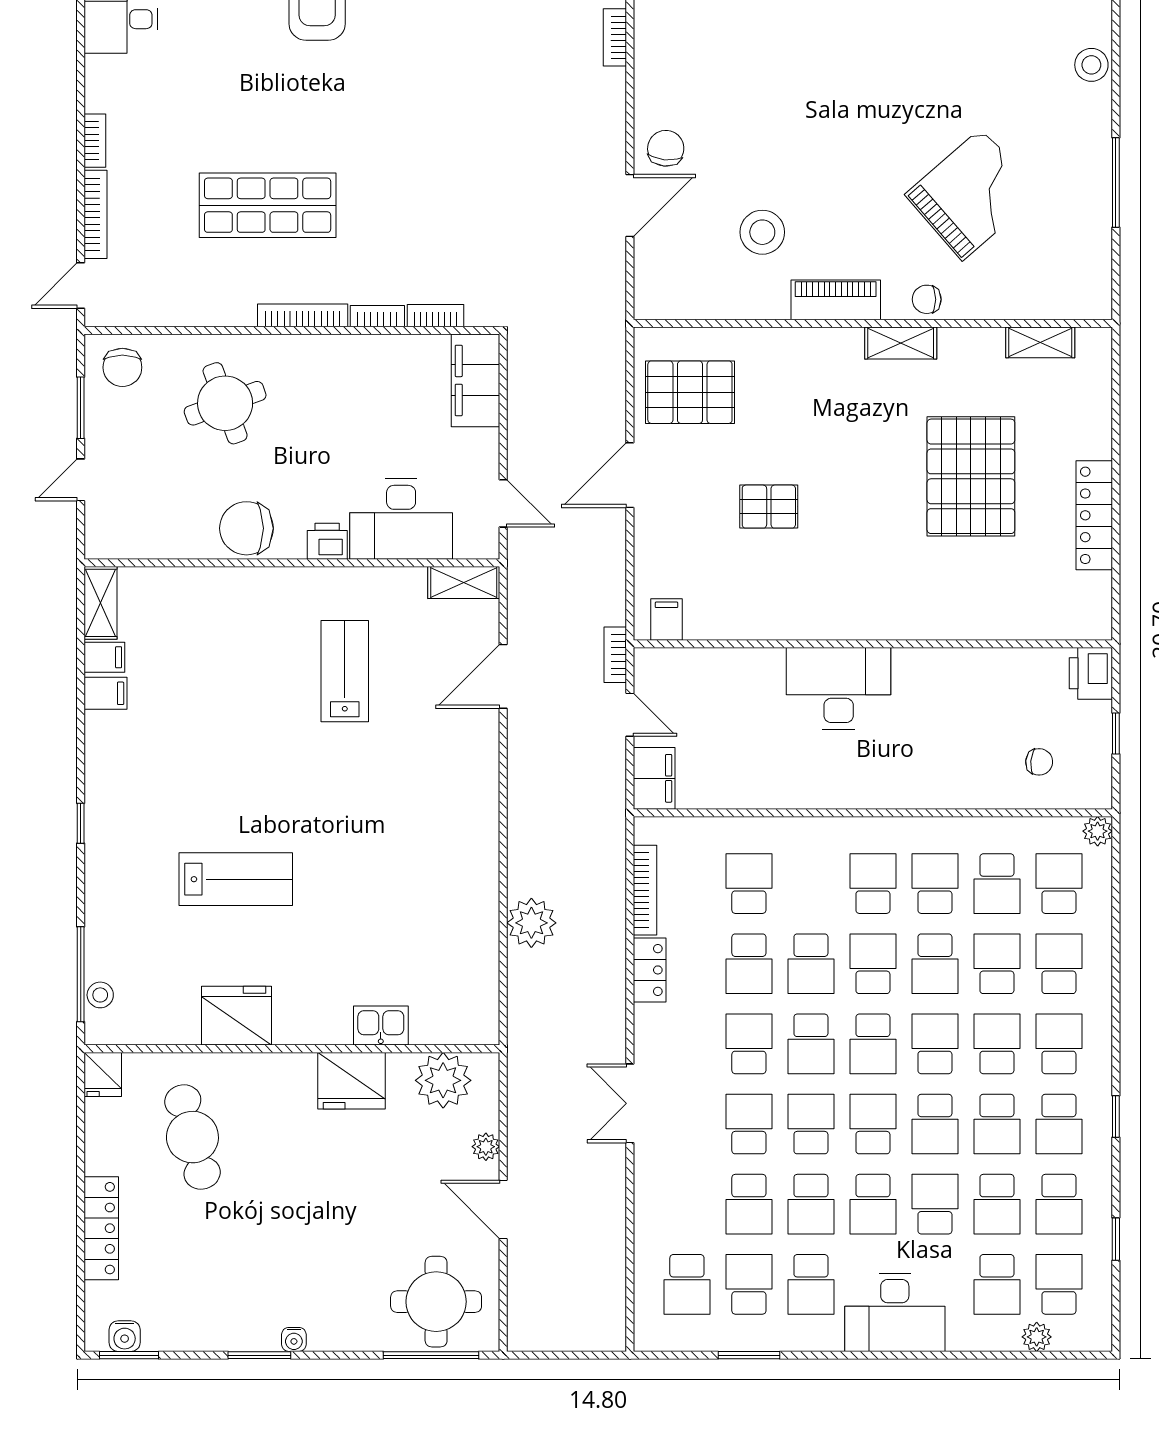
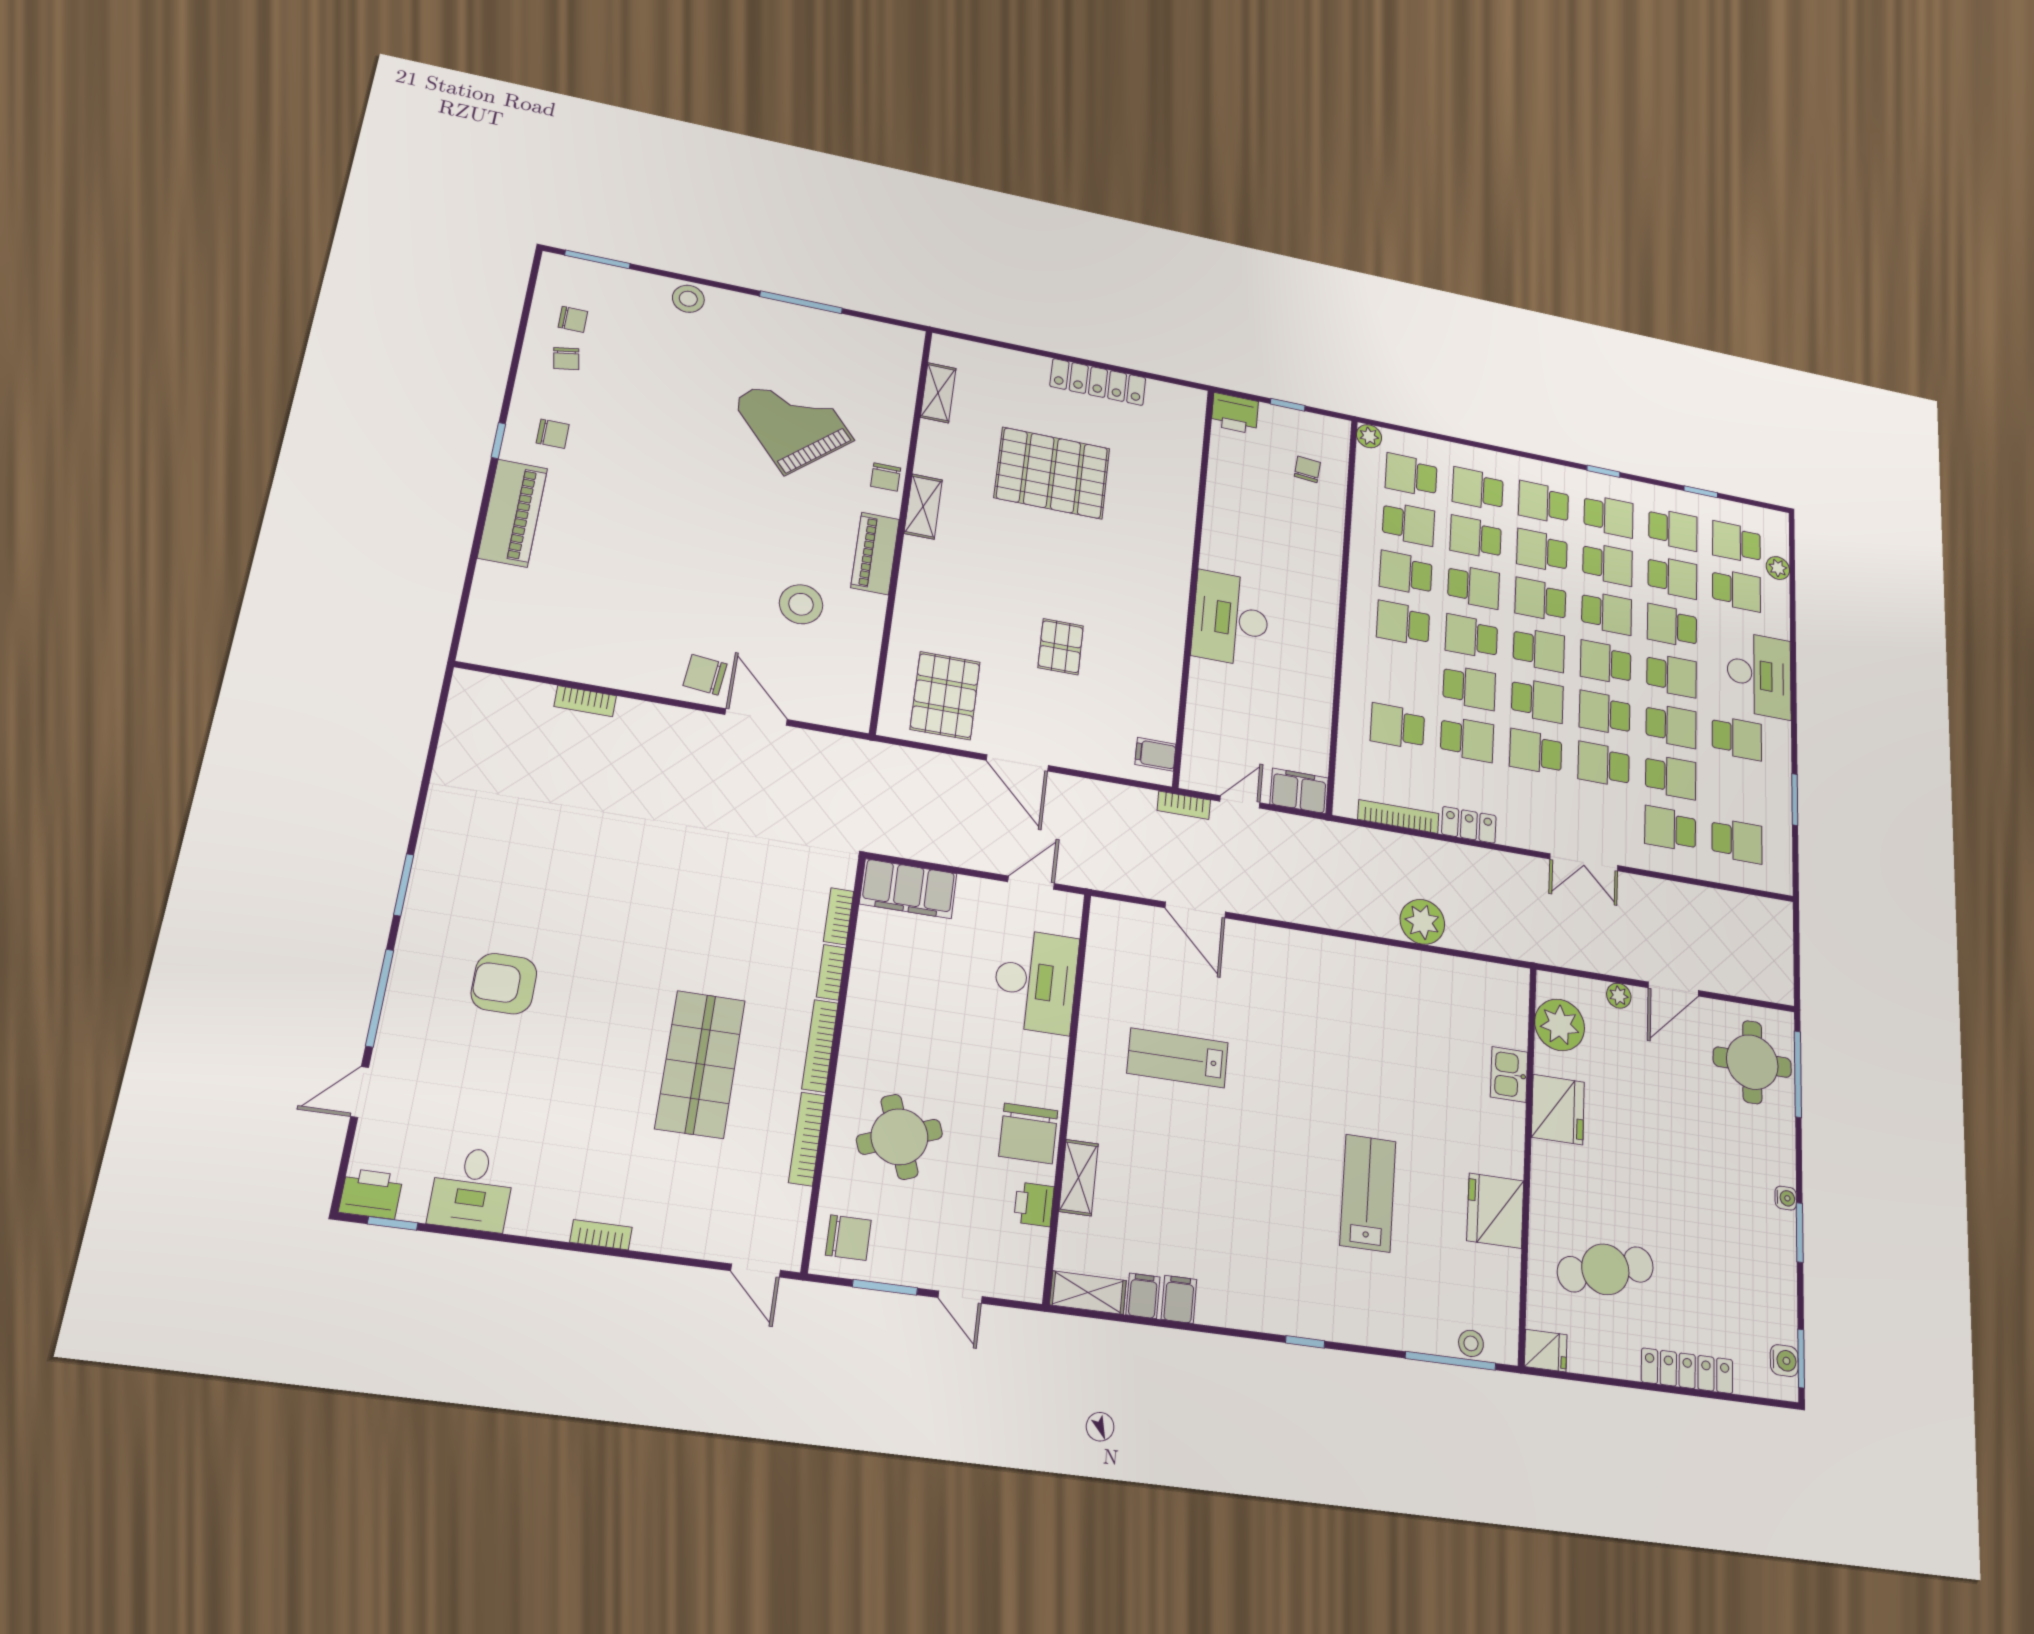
bookcase: (96, 214) -> (807, 1139), moved, turned -90
printer: (327, 541) -> (1034, 1204), moved
shelving: (464, 583) -> (1079, 1178), moved
school desk: (749, 1284) -> (1670, 829), moved

